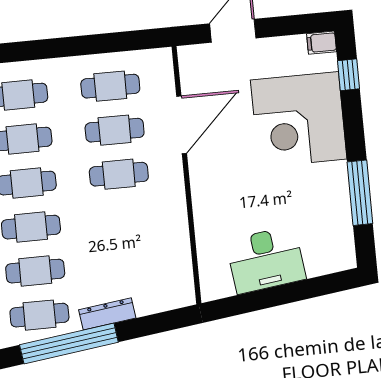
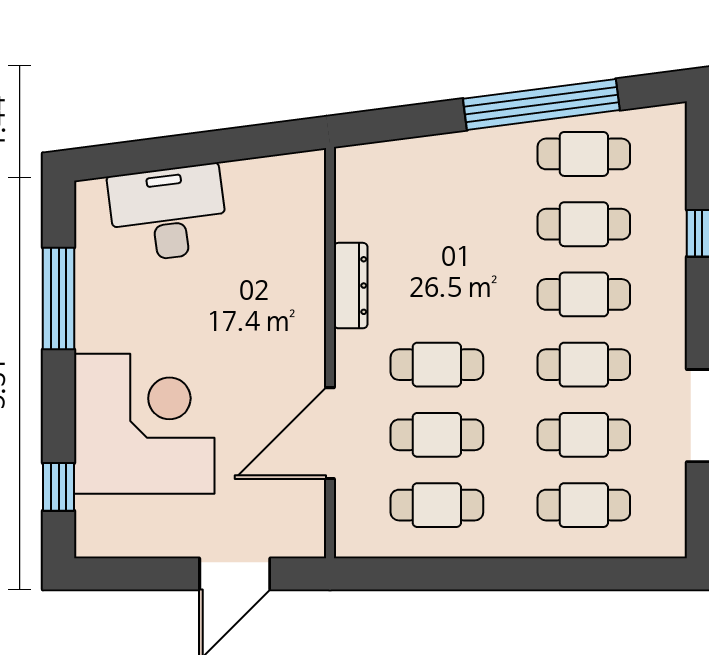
filing cabinet: (322, 43) -> (96, 542), removed
desk: (266, 260) -> (168, 213), moved
dresser: (107, 314) -> (351, 286), moved, turned -83

